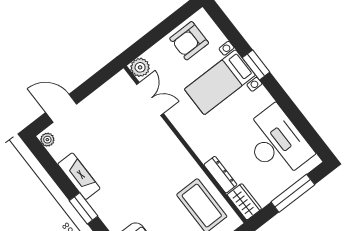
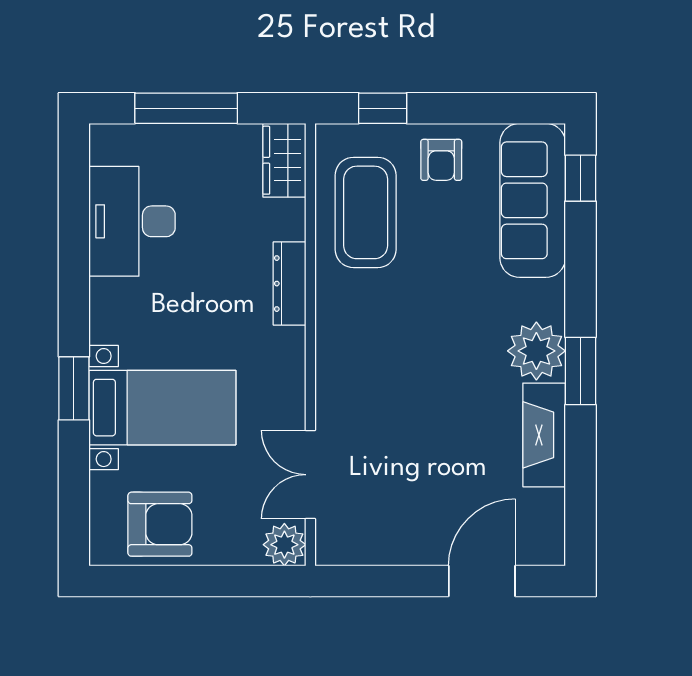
door: (61, 108) -> (482, 581), swing flipped
plant: (47, 140) -> (536, 351), moved, width x1.87, depth x1.87
desk: (276, 143) -> (132, 221), width x0.73, depth x0.77
dresser: (220, 175) -> (289, 284), moved

